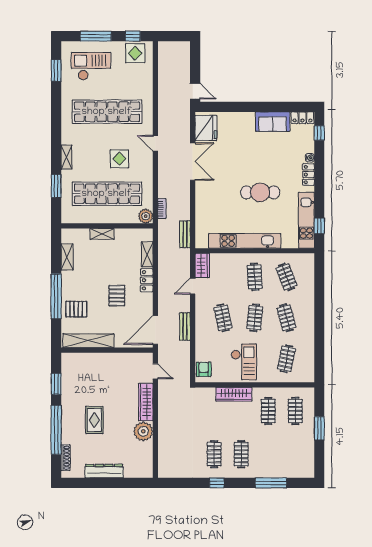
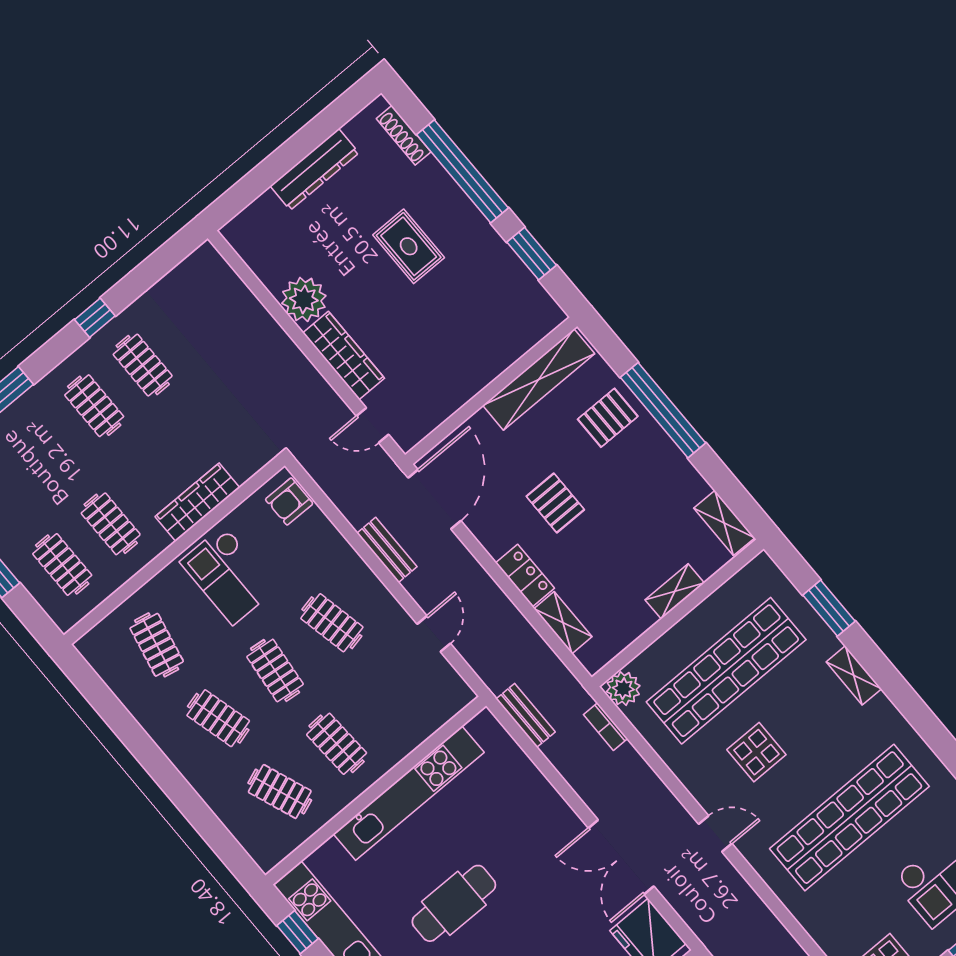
shelving: (67, 257) -> (724, 523), moved
wardrobe: (202, 265) -> (448, 685), removed
armchair: (204, 369) -> (289, 501), turned 90

